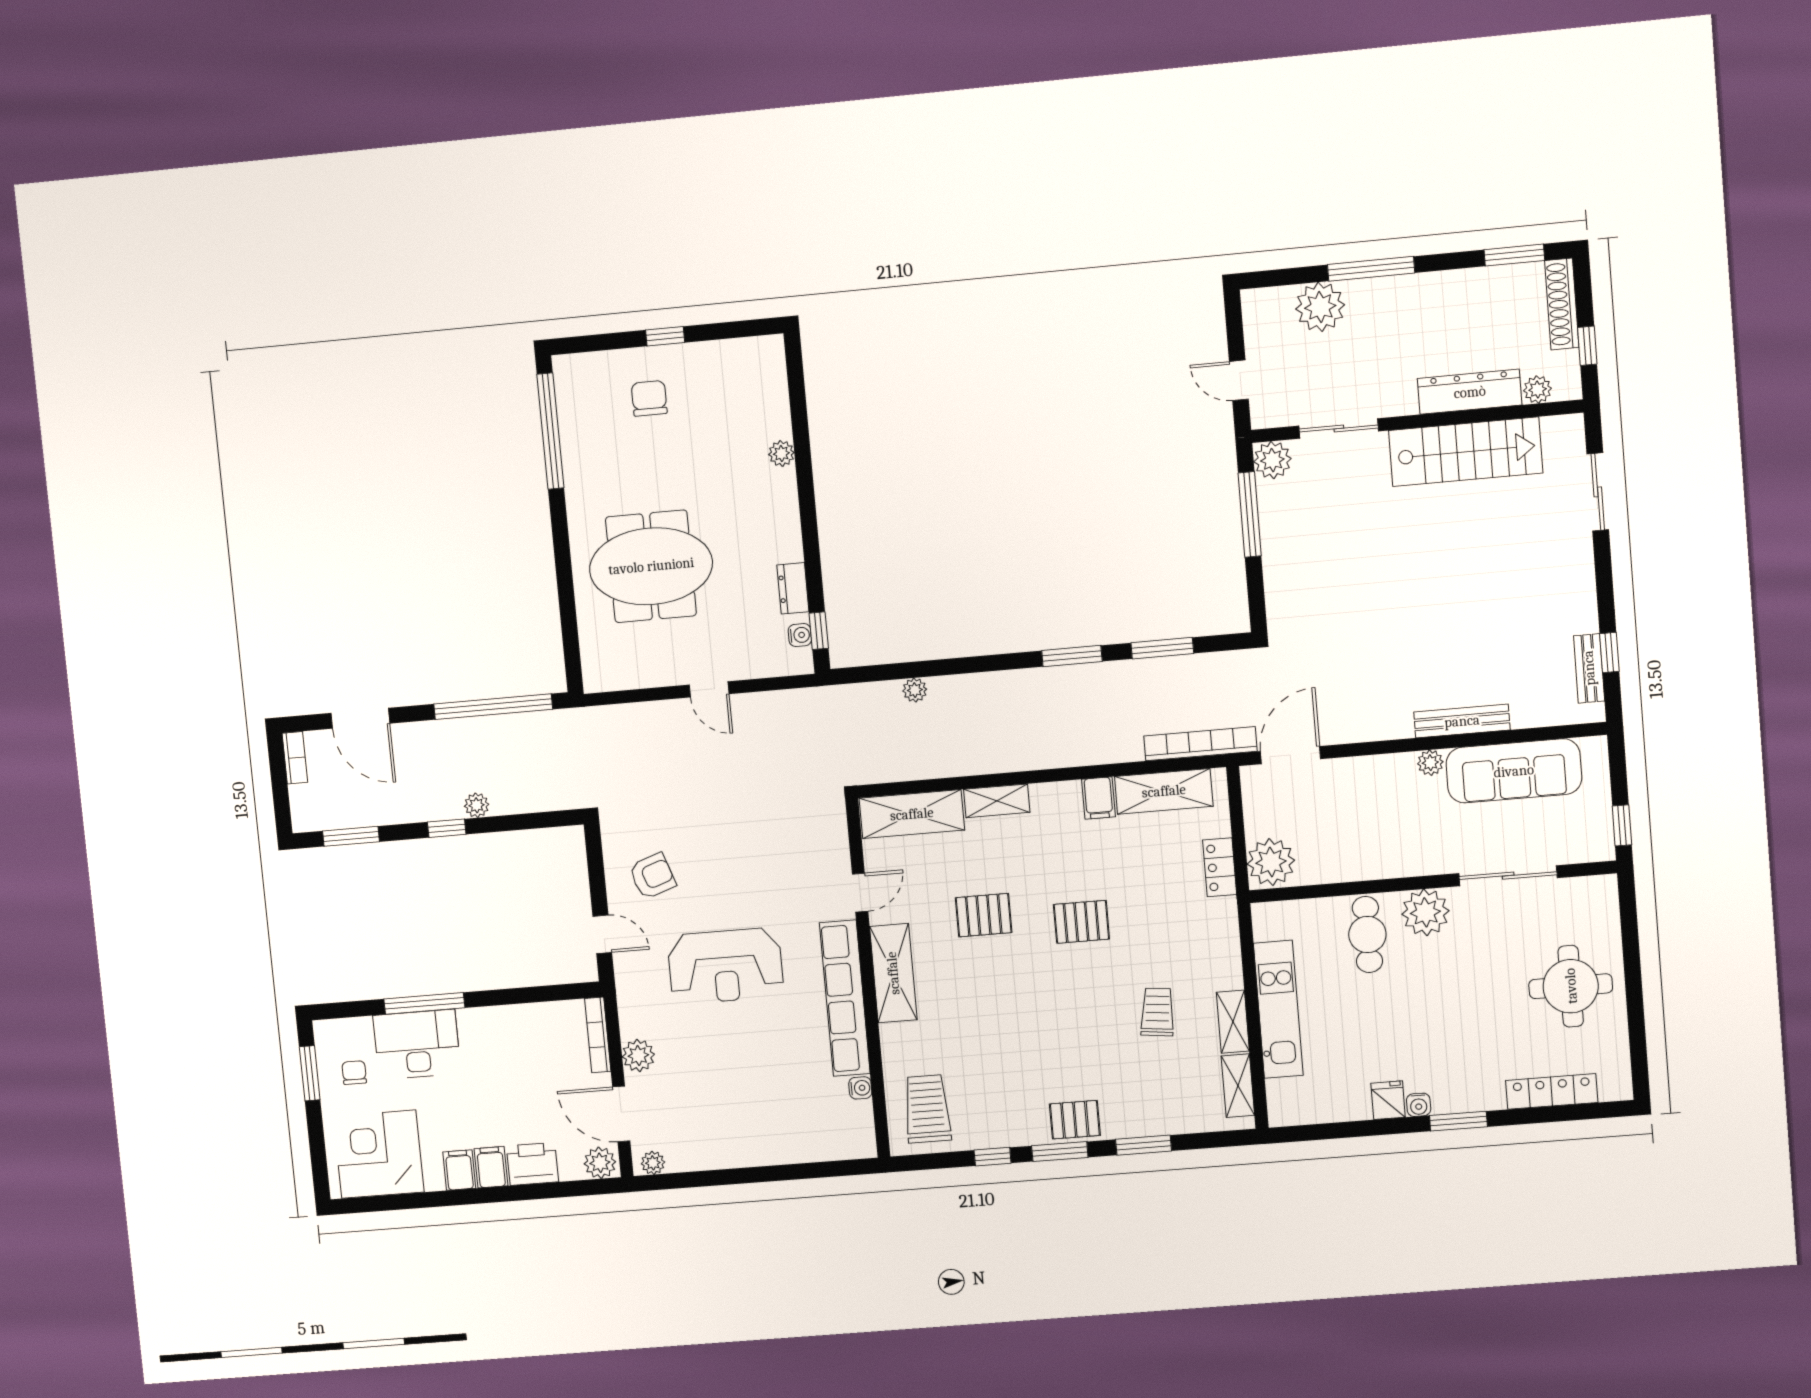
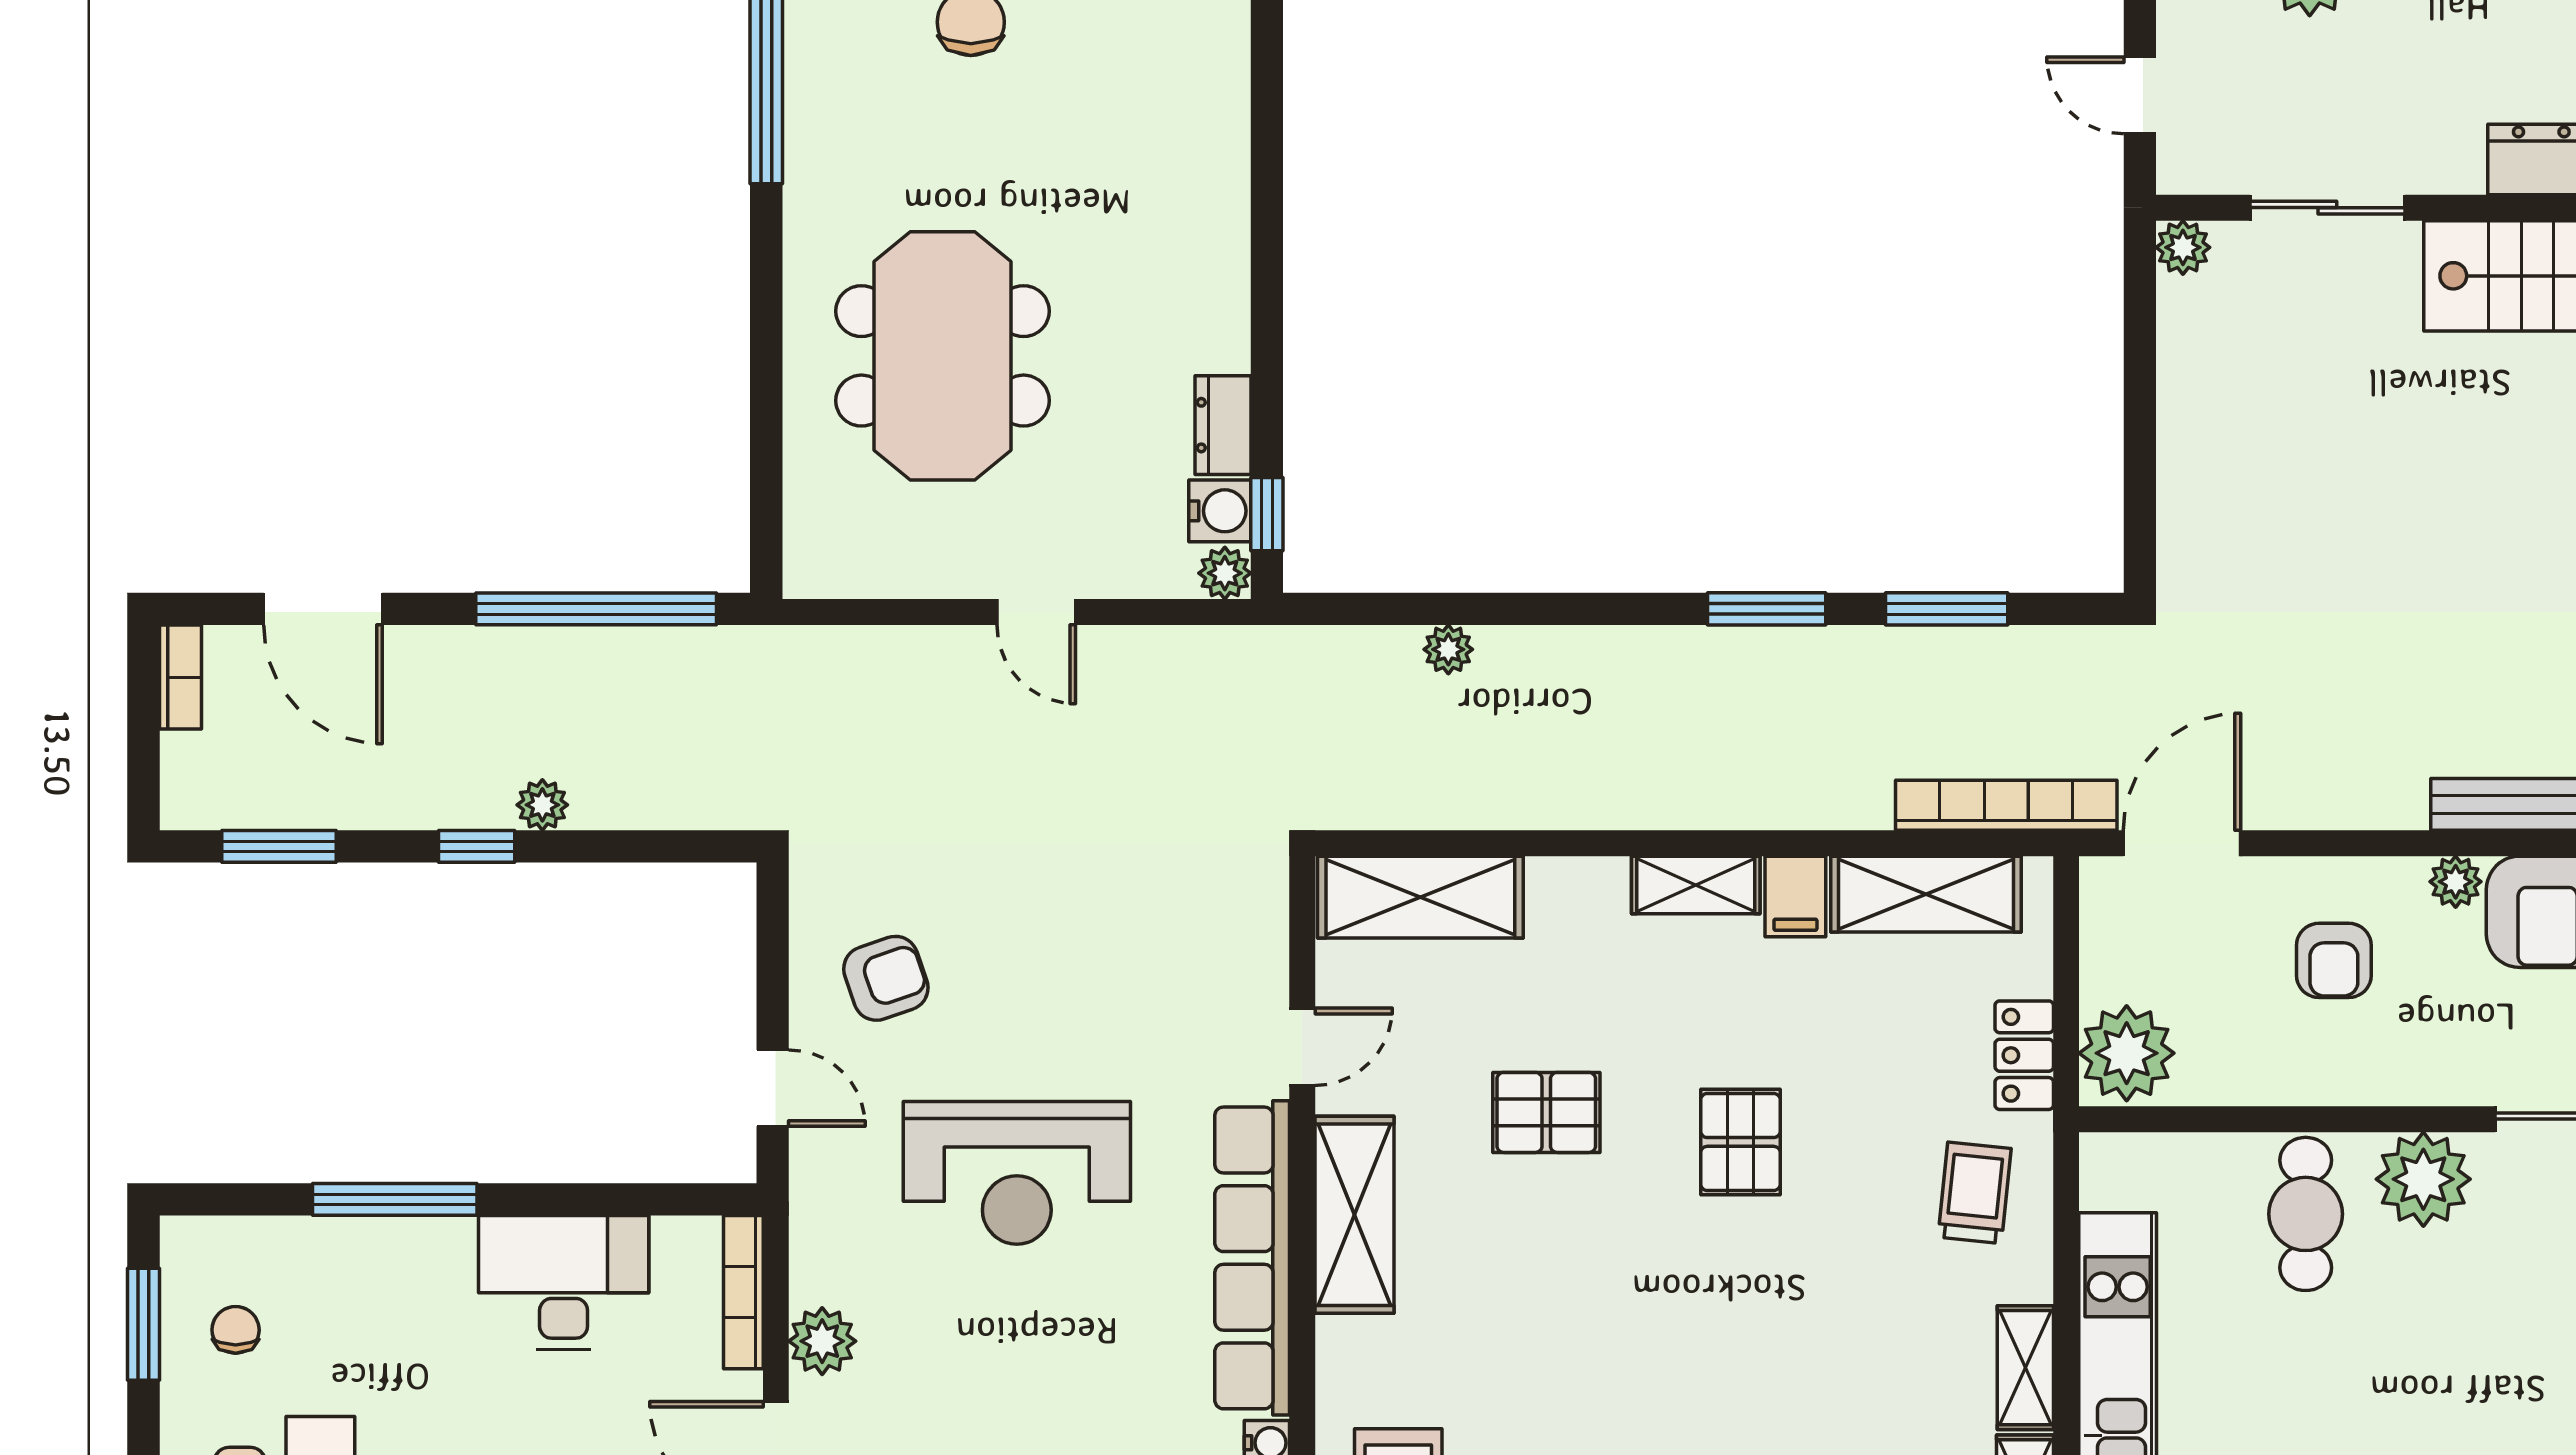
plant: (781, 454) -> (1225, 573), moved
plant: (1272, 460) -> (2183, 247), width x0.73, depth x0.73
window: (1250, 514) -> (2140, 360), removed
meeting table: (651, 566) -> (942, 356), turned 90
water cooler: (800, 635) -> (1220, 511), width x1.38, depth x1.38
shelving: (997, 801) -> (1696, 885), moved
armchair: (1372, 807) -> (2334, 960), added
pallet: (1081, 922) -> (1740, 1142), turned 90
trolley: (1157, 1012) -> (1975, 1193), moved
desk: (417, 1044) -> (564, 1282), moved

